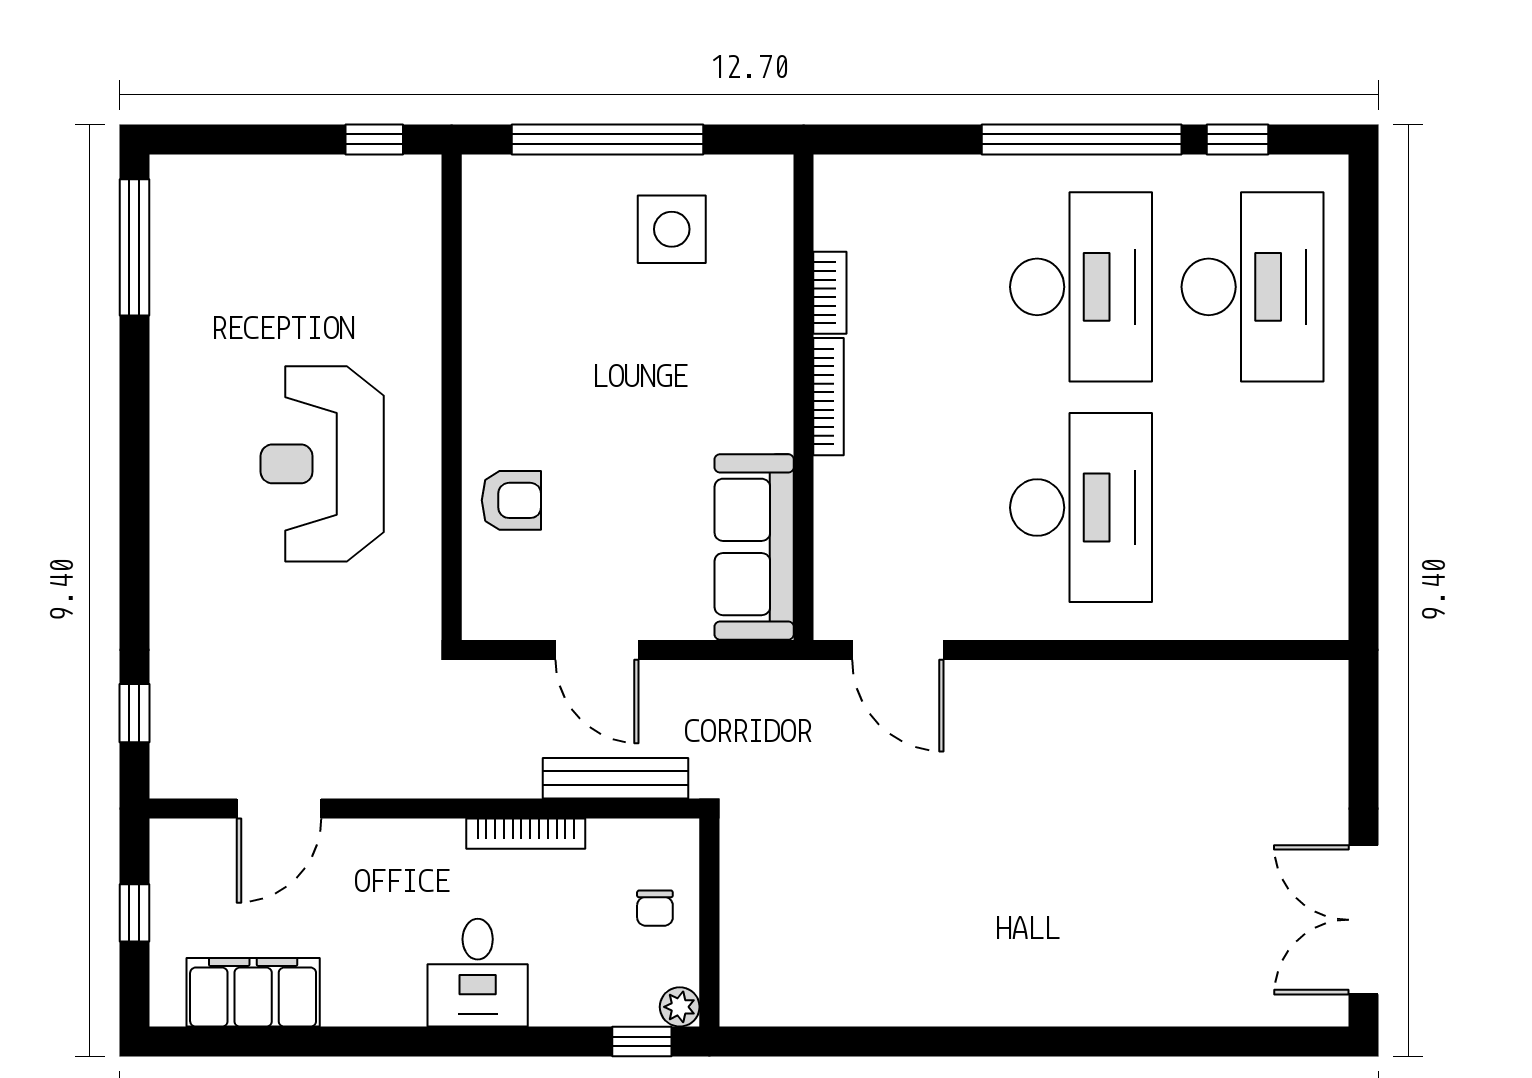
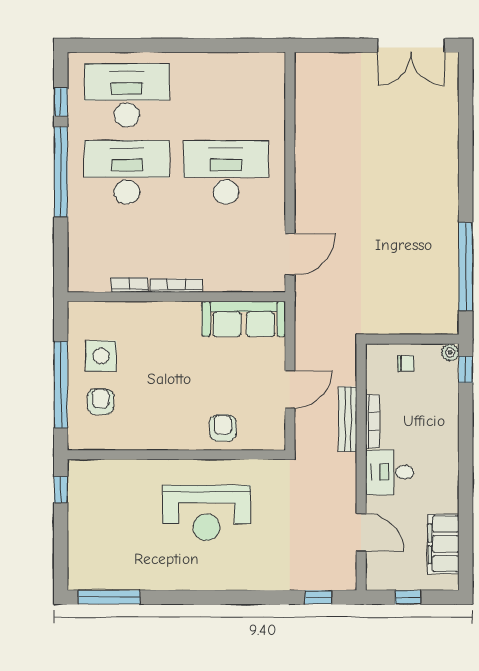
armchair: (570, 228) -> (101, 402), added
bench: (615, 778) -> (348, 419), moved
desk: (478, 973) -> (390, 472), moved, turned 180
window: (870, 1042) -> (466, 267), added

